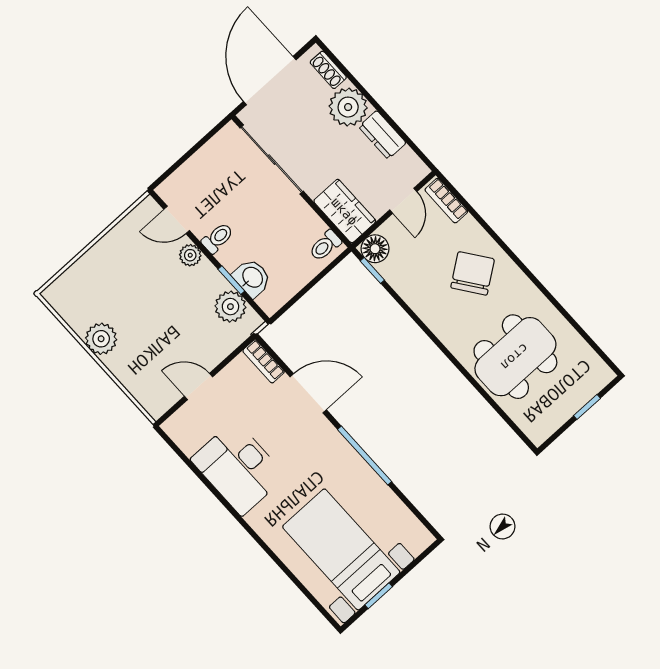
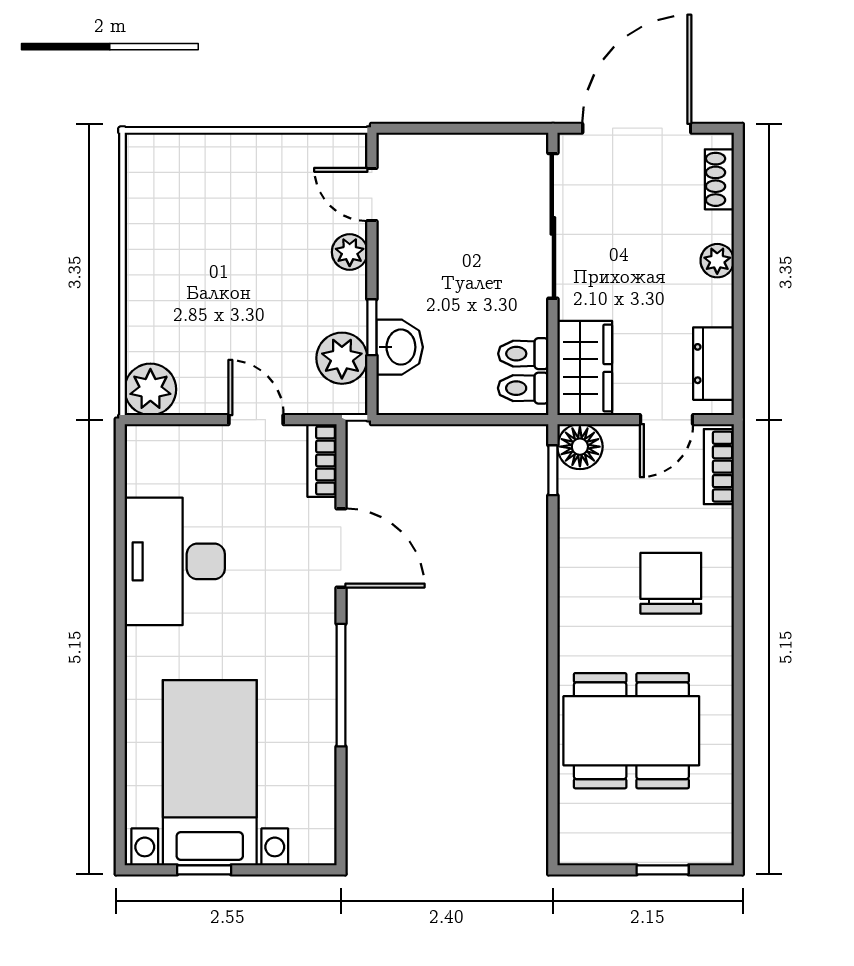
plant: (348, 107) -> (717, 261), width x0.53, depth x0.53
dresser: (382, 135) -> (714, 364), moved
toilet: (218, 238) -> (523, 354), moved, turned 180
chair: (473, 273) -> (671, 583), turned -54
plant: (101, 339) -> (150, 389), moved
door: (199, 386) -> (256, 420), moved

